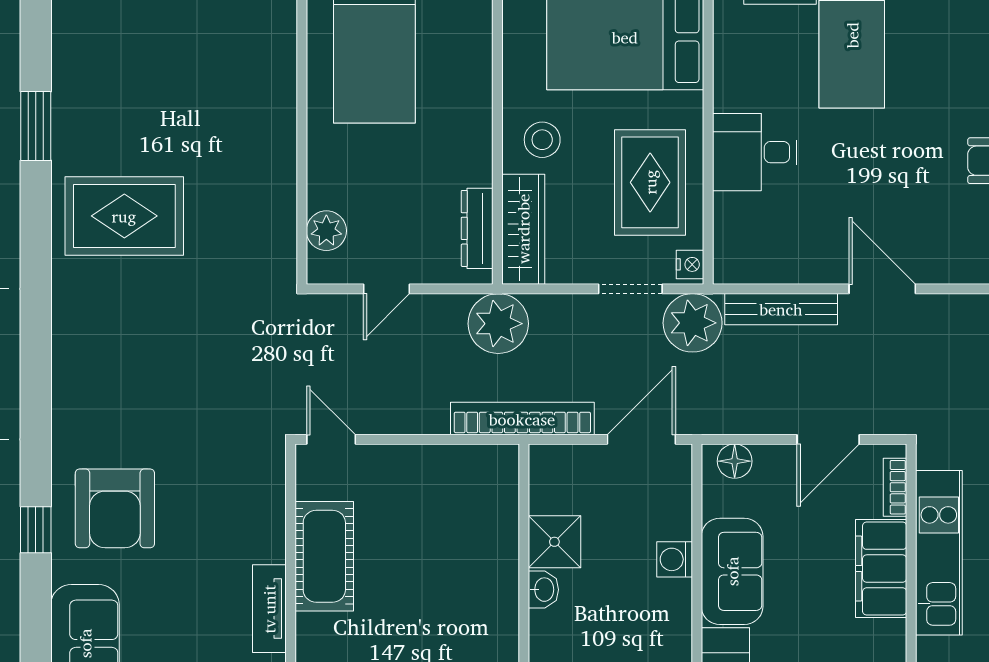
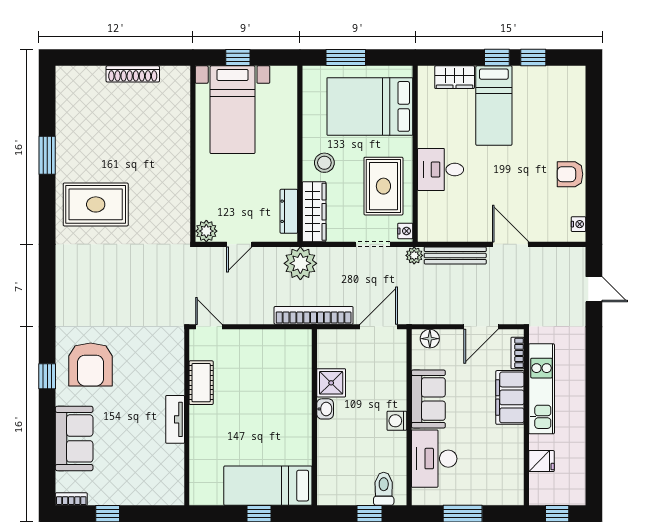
plant: (326, 231) -> (206, 231), moved
plant: (693, 323) -> (414, 255), width x0.53, depth x0.53
cot: (324, 556) -> (201, 383), width x0.73, depth x0.75
washing machine: (675, 559) -> (397, 421), moved

